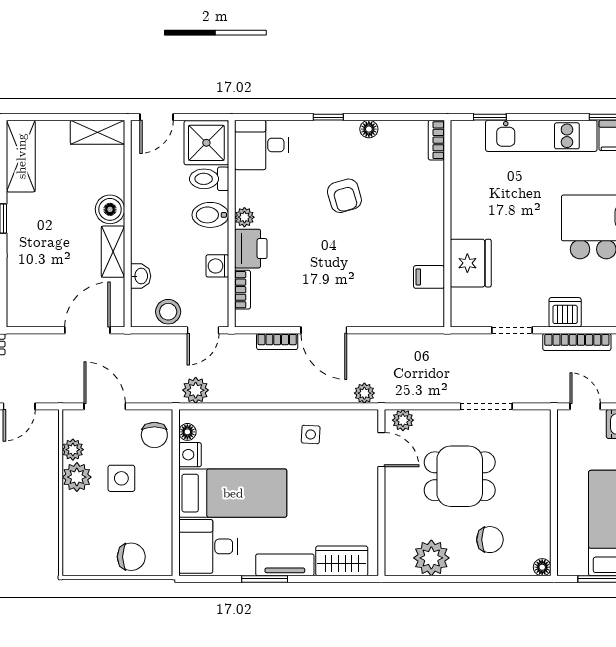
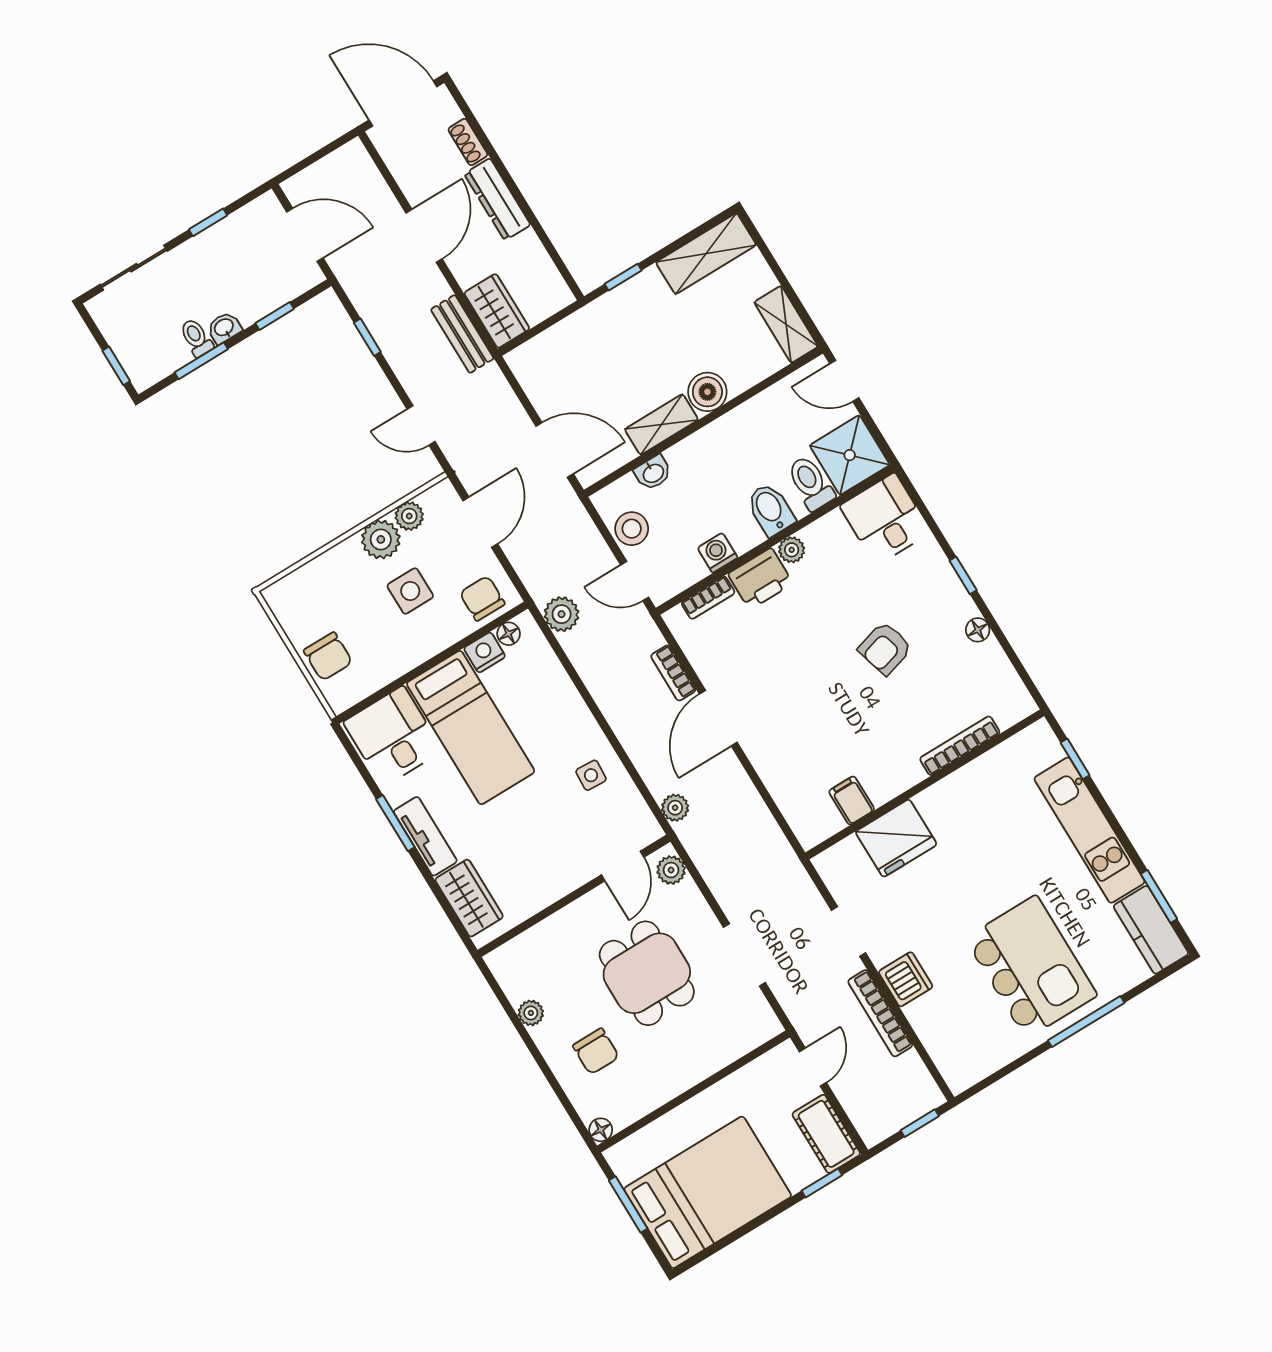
bookcase: (436, 140) -> (960, 746), moved, width x1.56
chair: (154, 435) -> (482, 598), turned 90
plant: (431, 558) -> (531, 1013), width x0.53, depth x0.53

